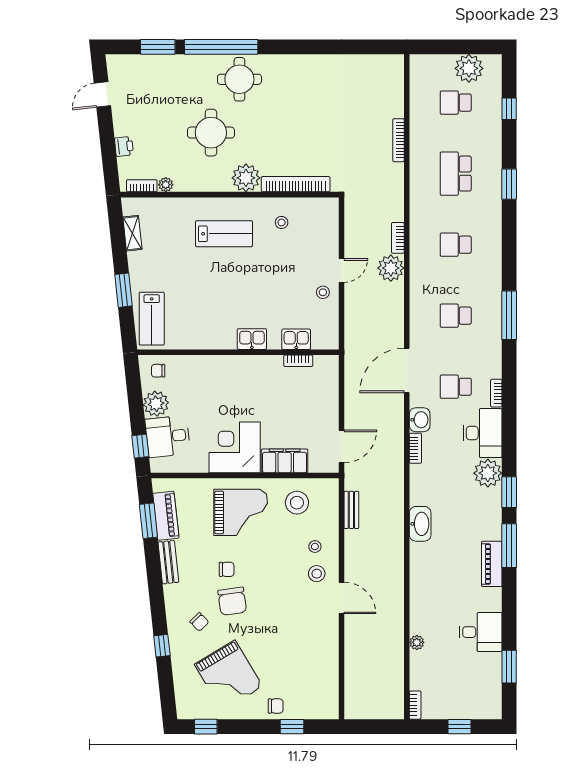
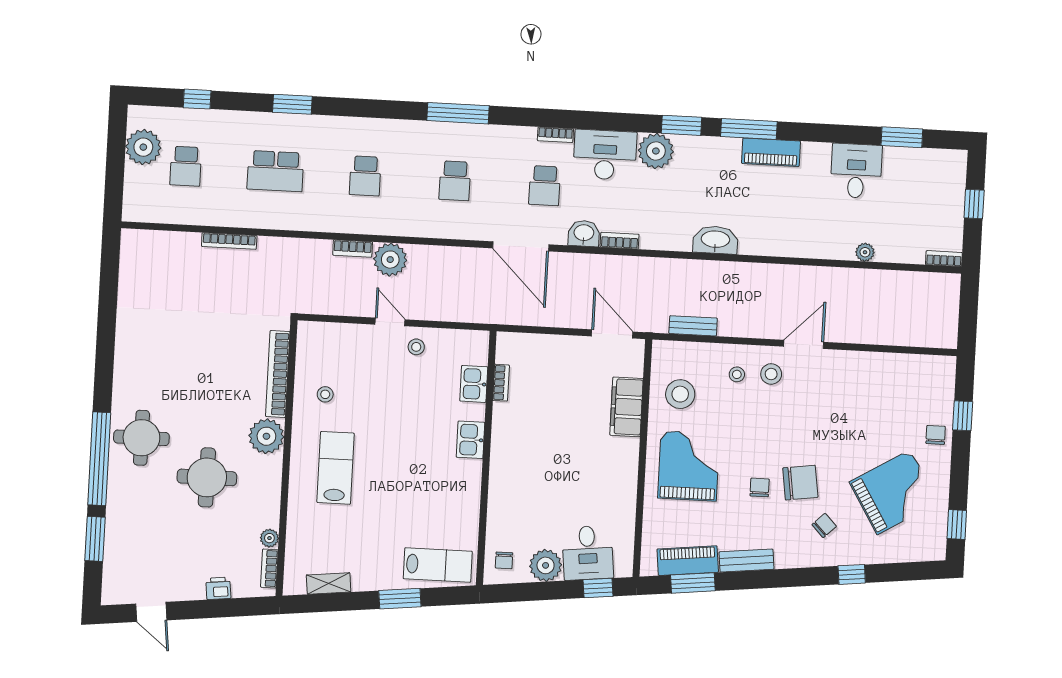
corner desk: (235, 447) -> (606, 469), removed

